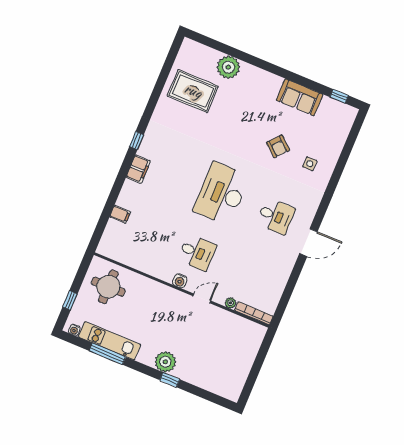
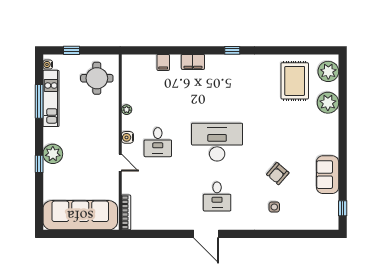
plant: (197, 54) -> (328, 71), added
filing cabinet: (138, 169) -> (193, 62), moved
plant: (230, 303) -> (127, 110), moved
sofa: (238, 360) -> (80, 215), added

